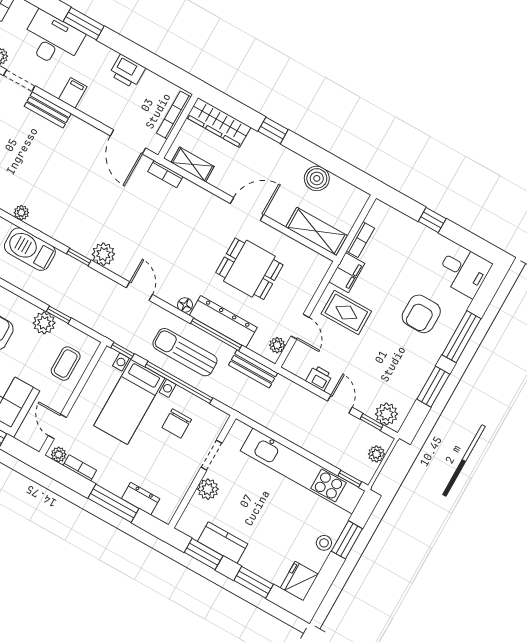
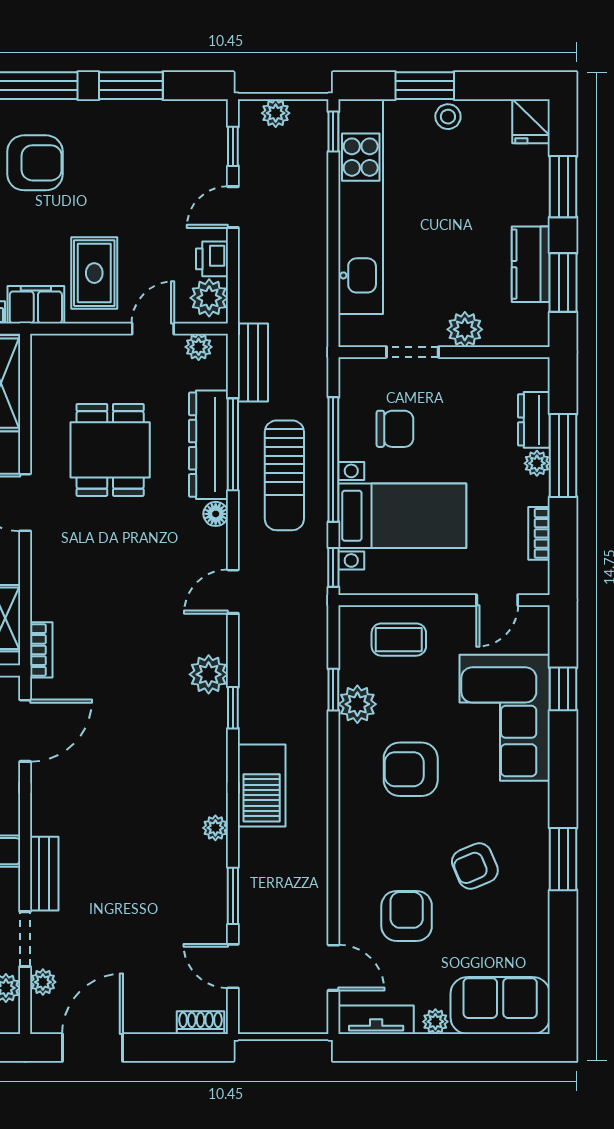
plant: (386, 414) -> (209, 298), moved
plant: (59, 455) -> (537, 463), moved
fridge: (299, 581) -> (531, 121), width x0.72

